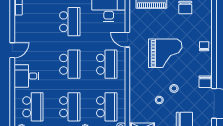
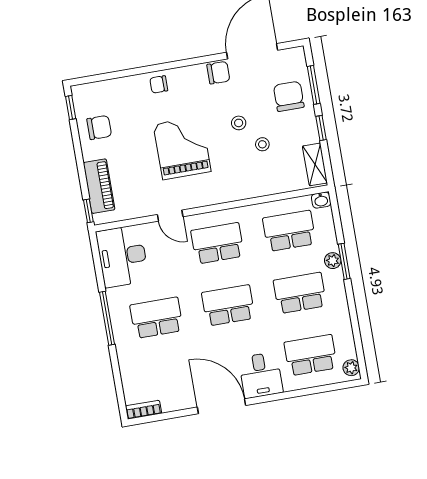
door: (127, 40) -> (170, 216), hinge flipped
door: (12, 50) -> (221, 406), width x1.88

